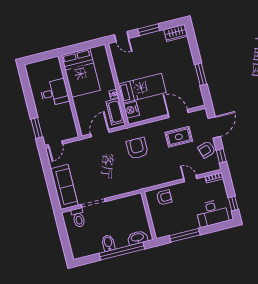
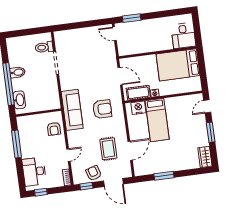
desk: (55, 93) -> (183, 36), moved
sofa: (64, 187) -> (72, 110), moved, turned -90

